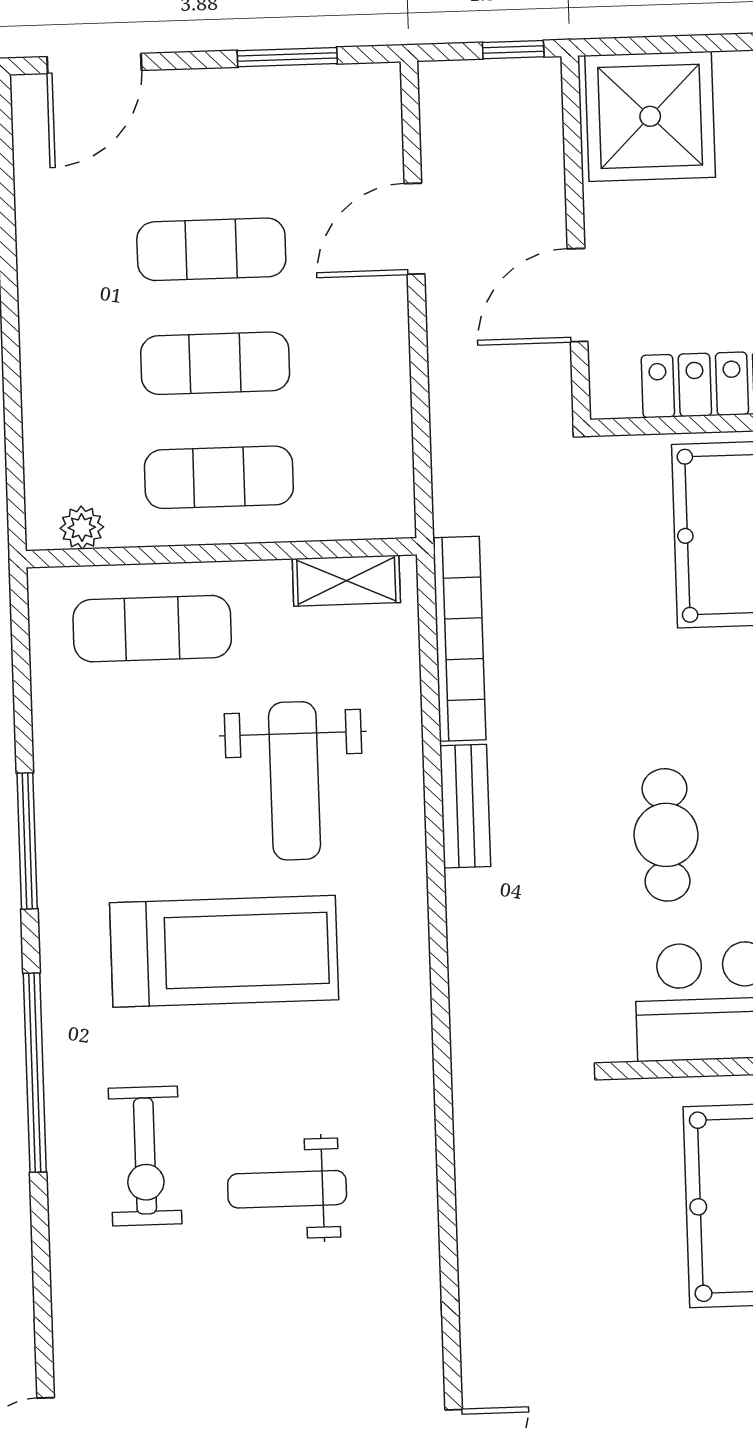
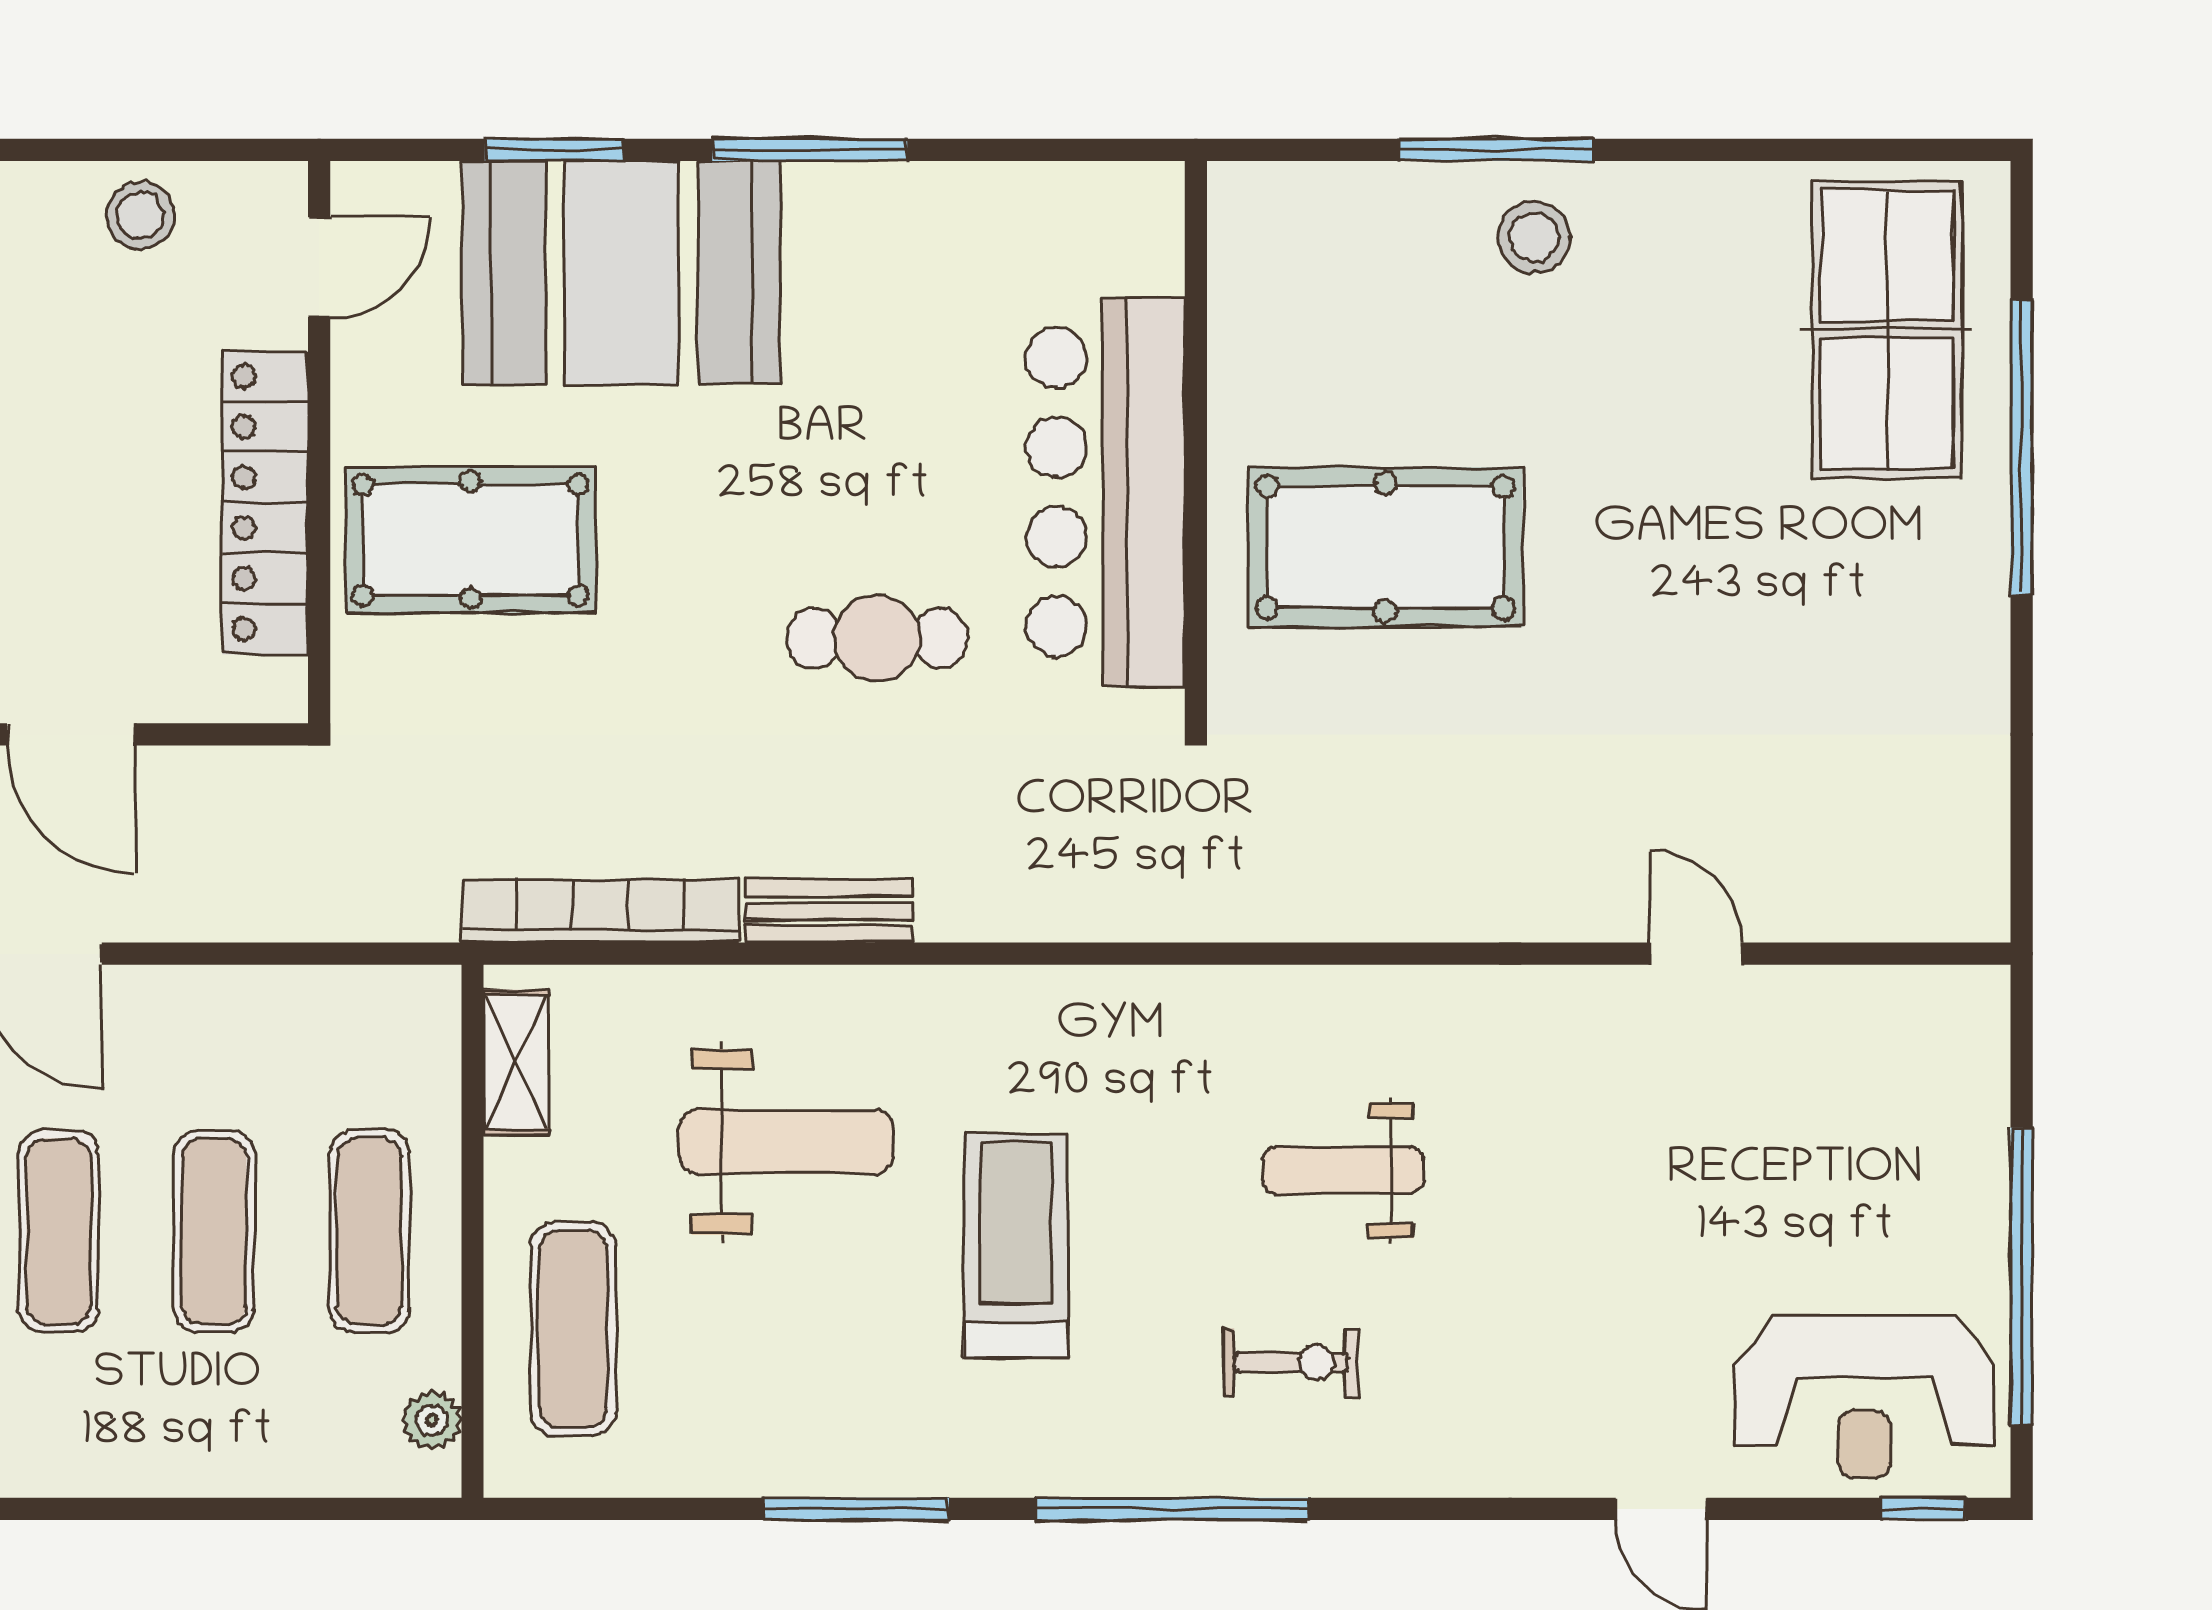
door: (578, 295) -> (71, 734), moved
treadmill: (224, 951) -> (1016, 1246), width x0.73, depth x0.73
exercise bike: (145, 1156) -> (1291, 1363), width x0.73, depth x0.72
weight bench: (287, 1189) -> (1343, 1171), turned 90

